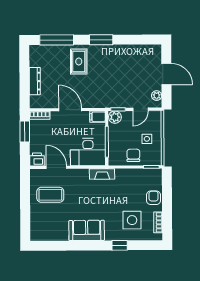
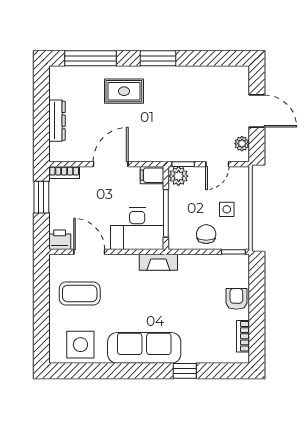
rug: (79, 61) -> (124, 91), turned 90
door: (70, 110) -> (111, 164), hinge flipped
side table: (132, 220) -> (80, 345), moved
sofa: (87, 230) -> (144, 348), width x1.36

